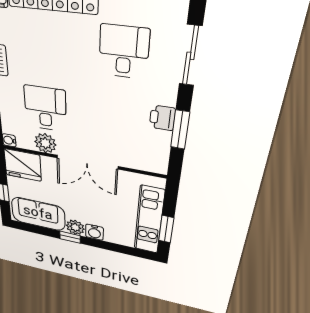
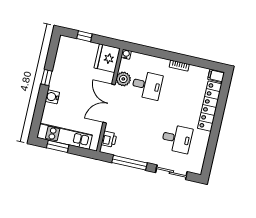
printer: (162, 118) -> (109, 139), moved, turned 90
window: (180, 130) -> (130, 163), width x1.44
sofa: (38, 214) -> (66, 58), removed
plant: (75, 227) -> (56, 84), removed

